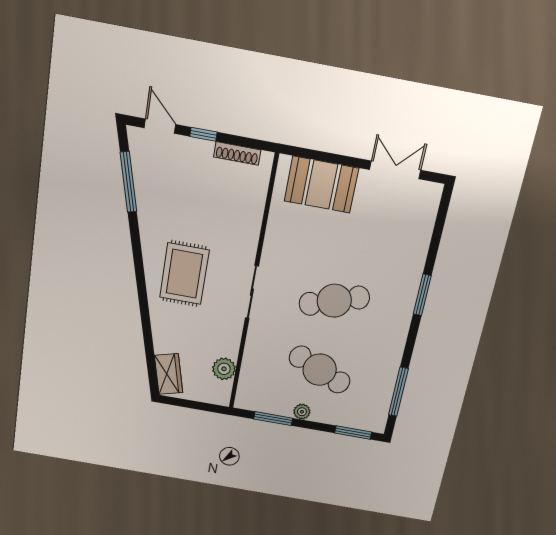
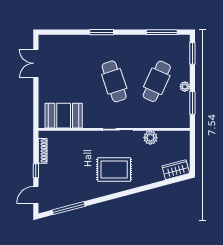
booth: (321, 185) -> (64, 116), moved, turned 90
plant: (224, 369) -> (150, 138), moved

